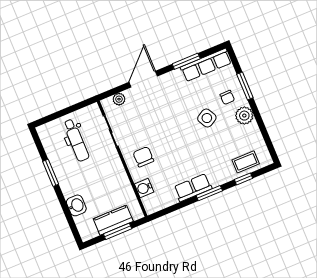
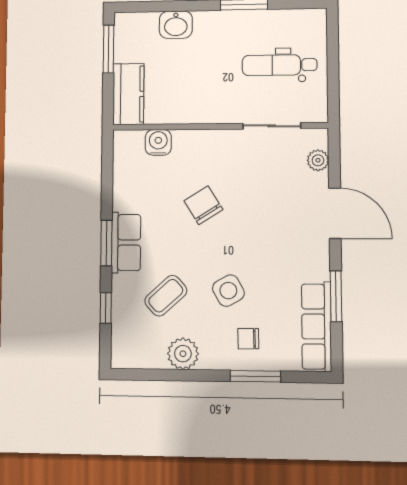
plant: (244, 116) -> (183, 354), moved
chair: (143, 157) -> (203, 205), moved, turned -122
coffee table: (246, 162) -> (166, 296), moved, turned 48
row of seats: (193, 188) -> (126, 242), moved
kitchen counter: (113, 220) -> (128, 94), moved
window: (118, 231) -> (109, 49), moved

